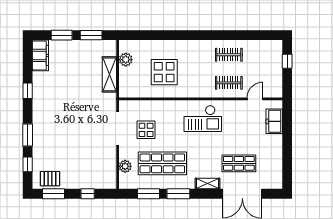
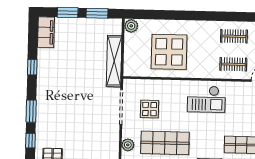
plant: (126, 60) -> (131, 26), moved
display table: (164, 72) -> (169, 52), width x1.36, depth x1.36
shelving: (109, 74) -> (114, 61), width x1.47

